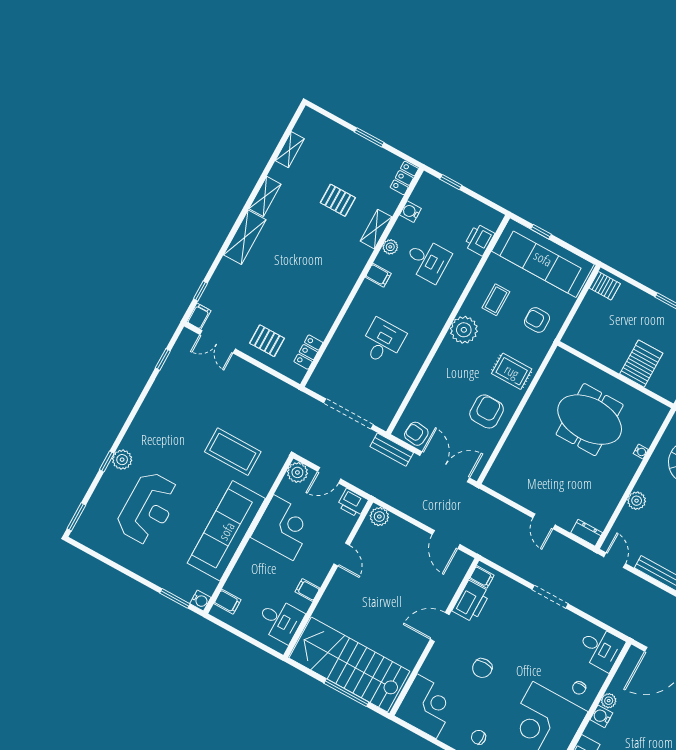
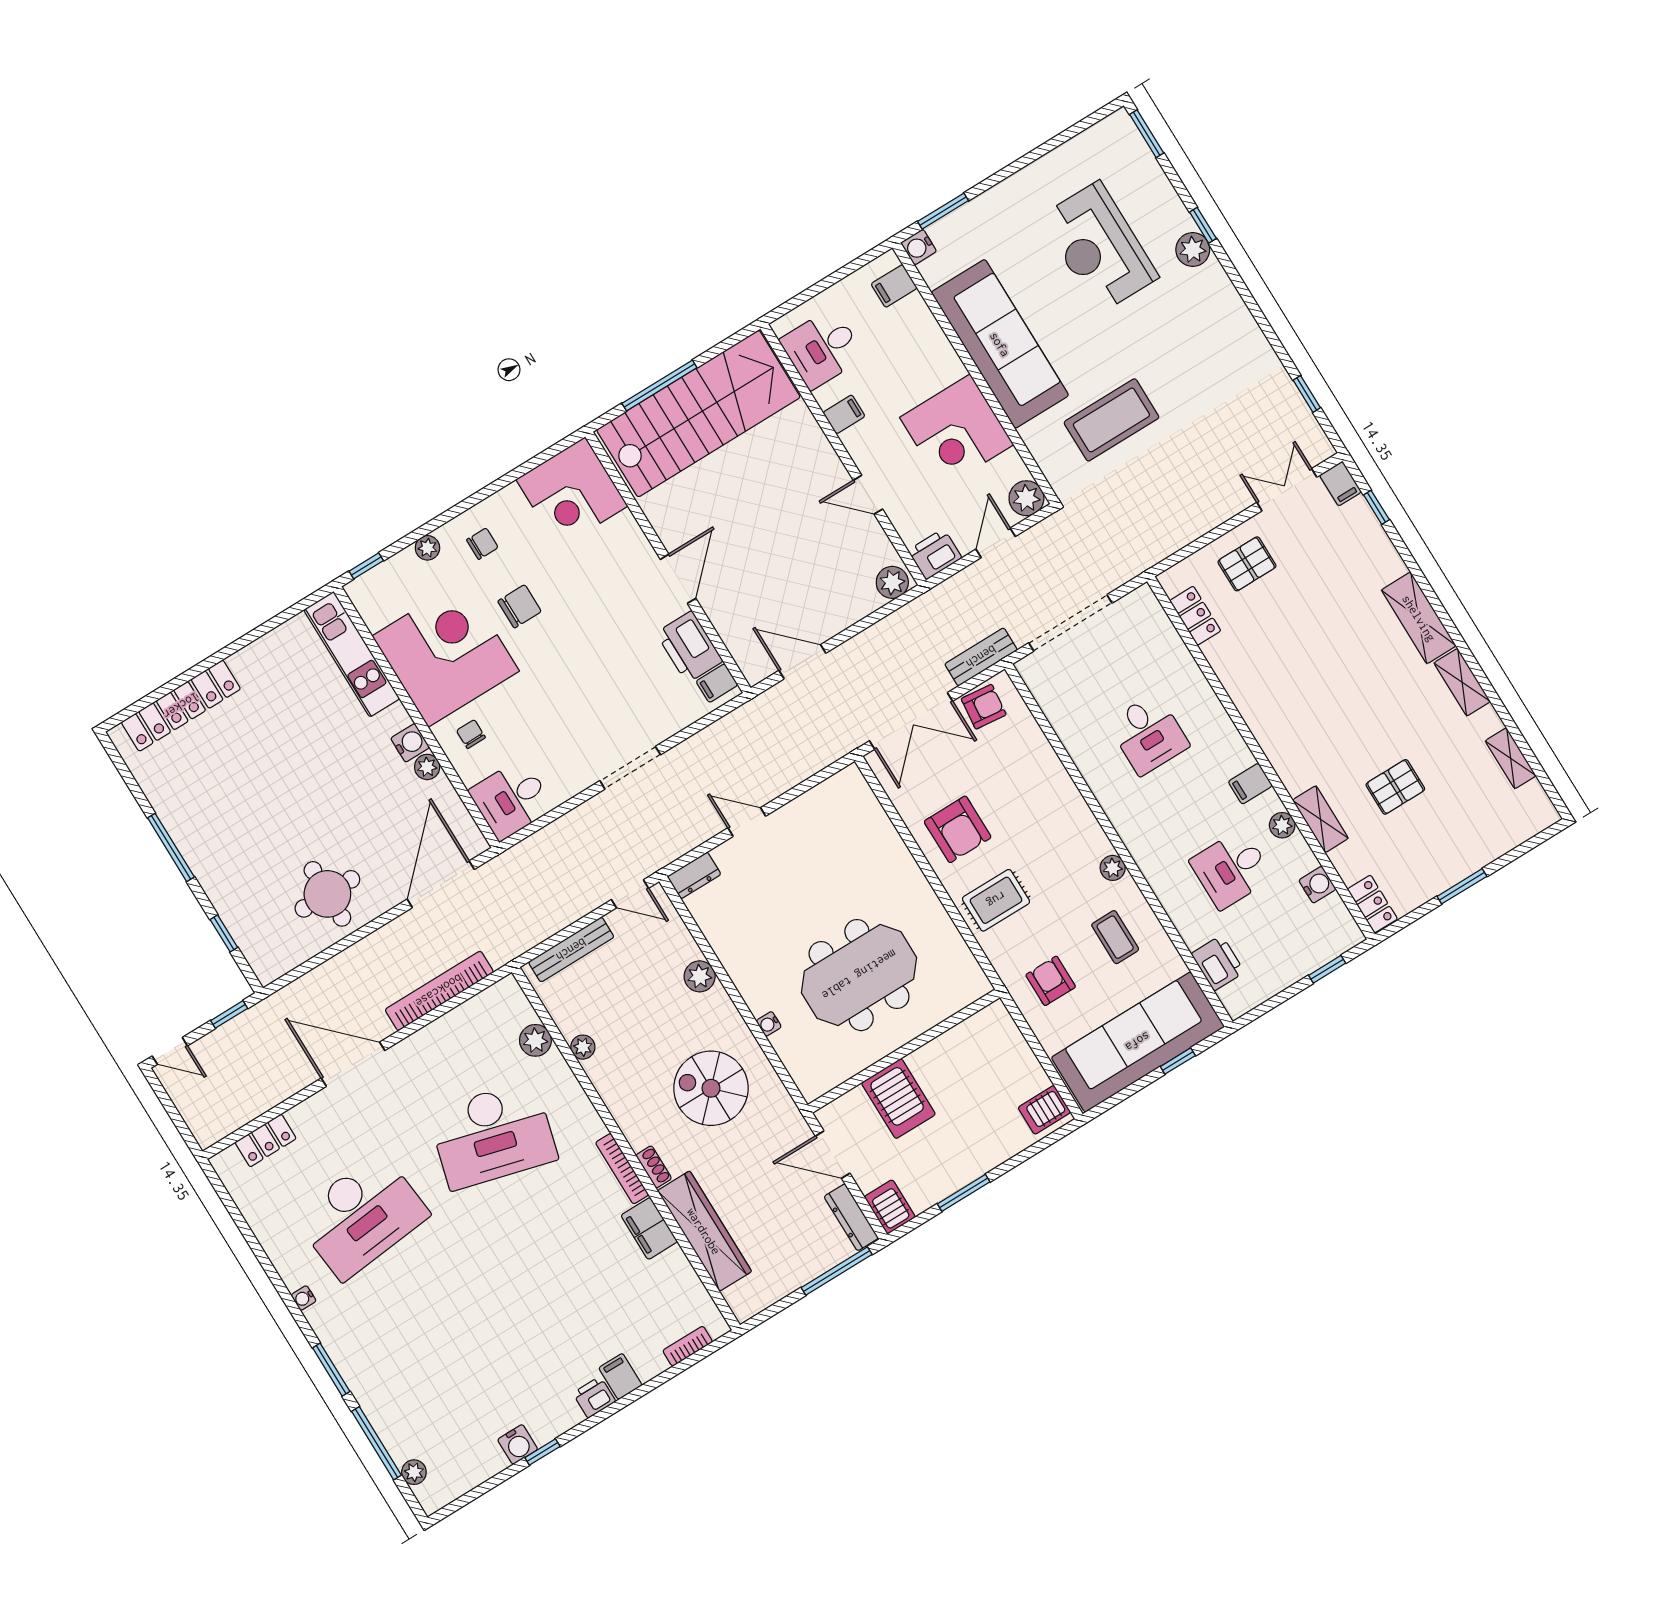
armchair: (537, 320) -> (1051, 981), turned -90
plant: (464, 330) -> (1113, 868), width x0.53, depth x0.53
chair: (482, 668) -> (520, 606), moved, turned 90

